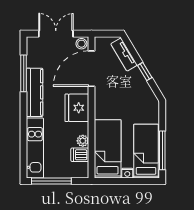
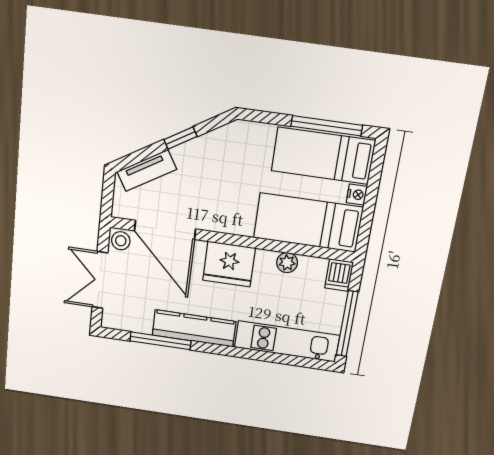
dishwasher: (80, 155) -> (339, 275), moved

